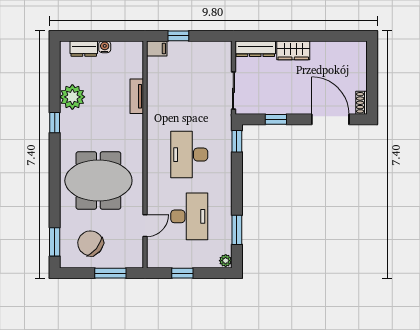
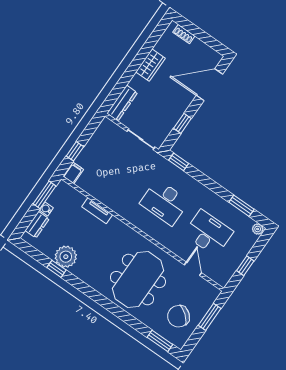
window: (117, 36) -> (45, 195), added
wardrobe: (293, 50) -> (150, 65), moved
shoe rack: (361, 103) -> (184, 34), moved
window: (55, 123) -> (57, 269), moved

